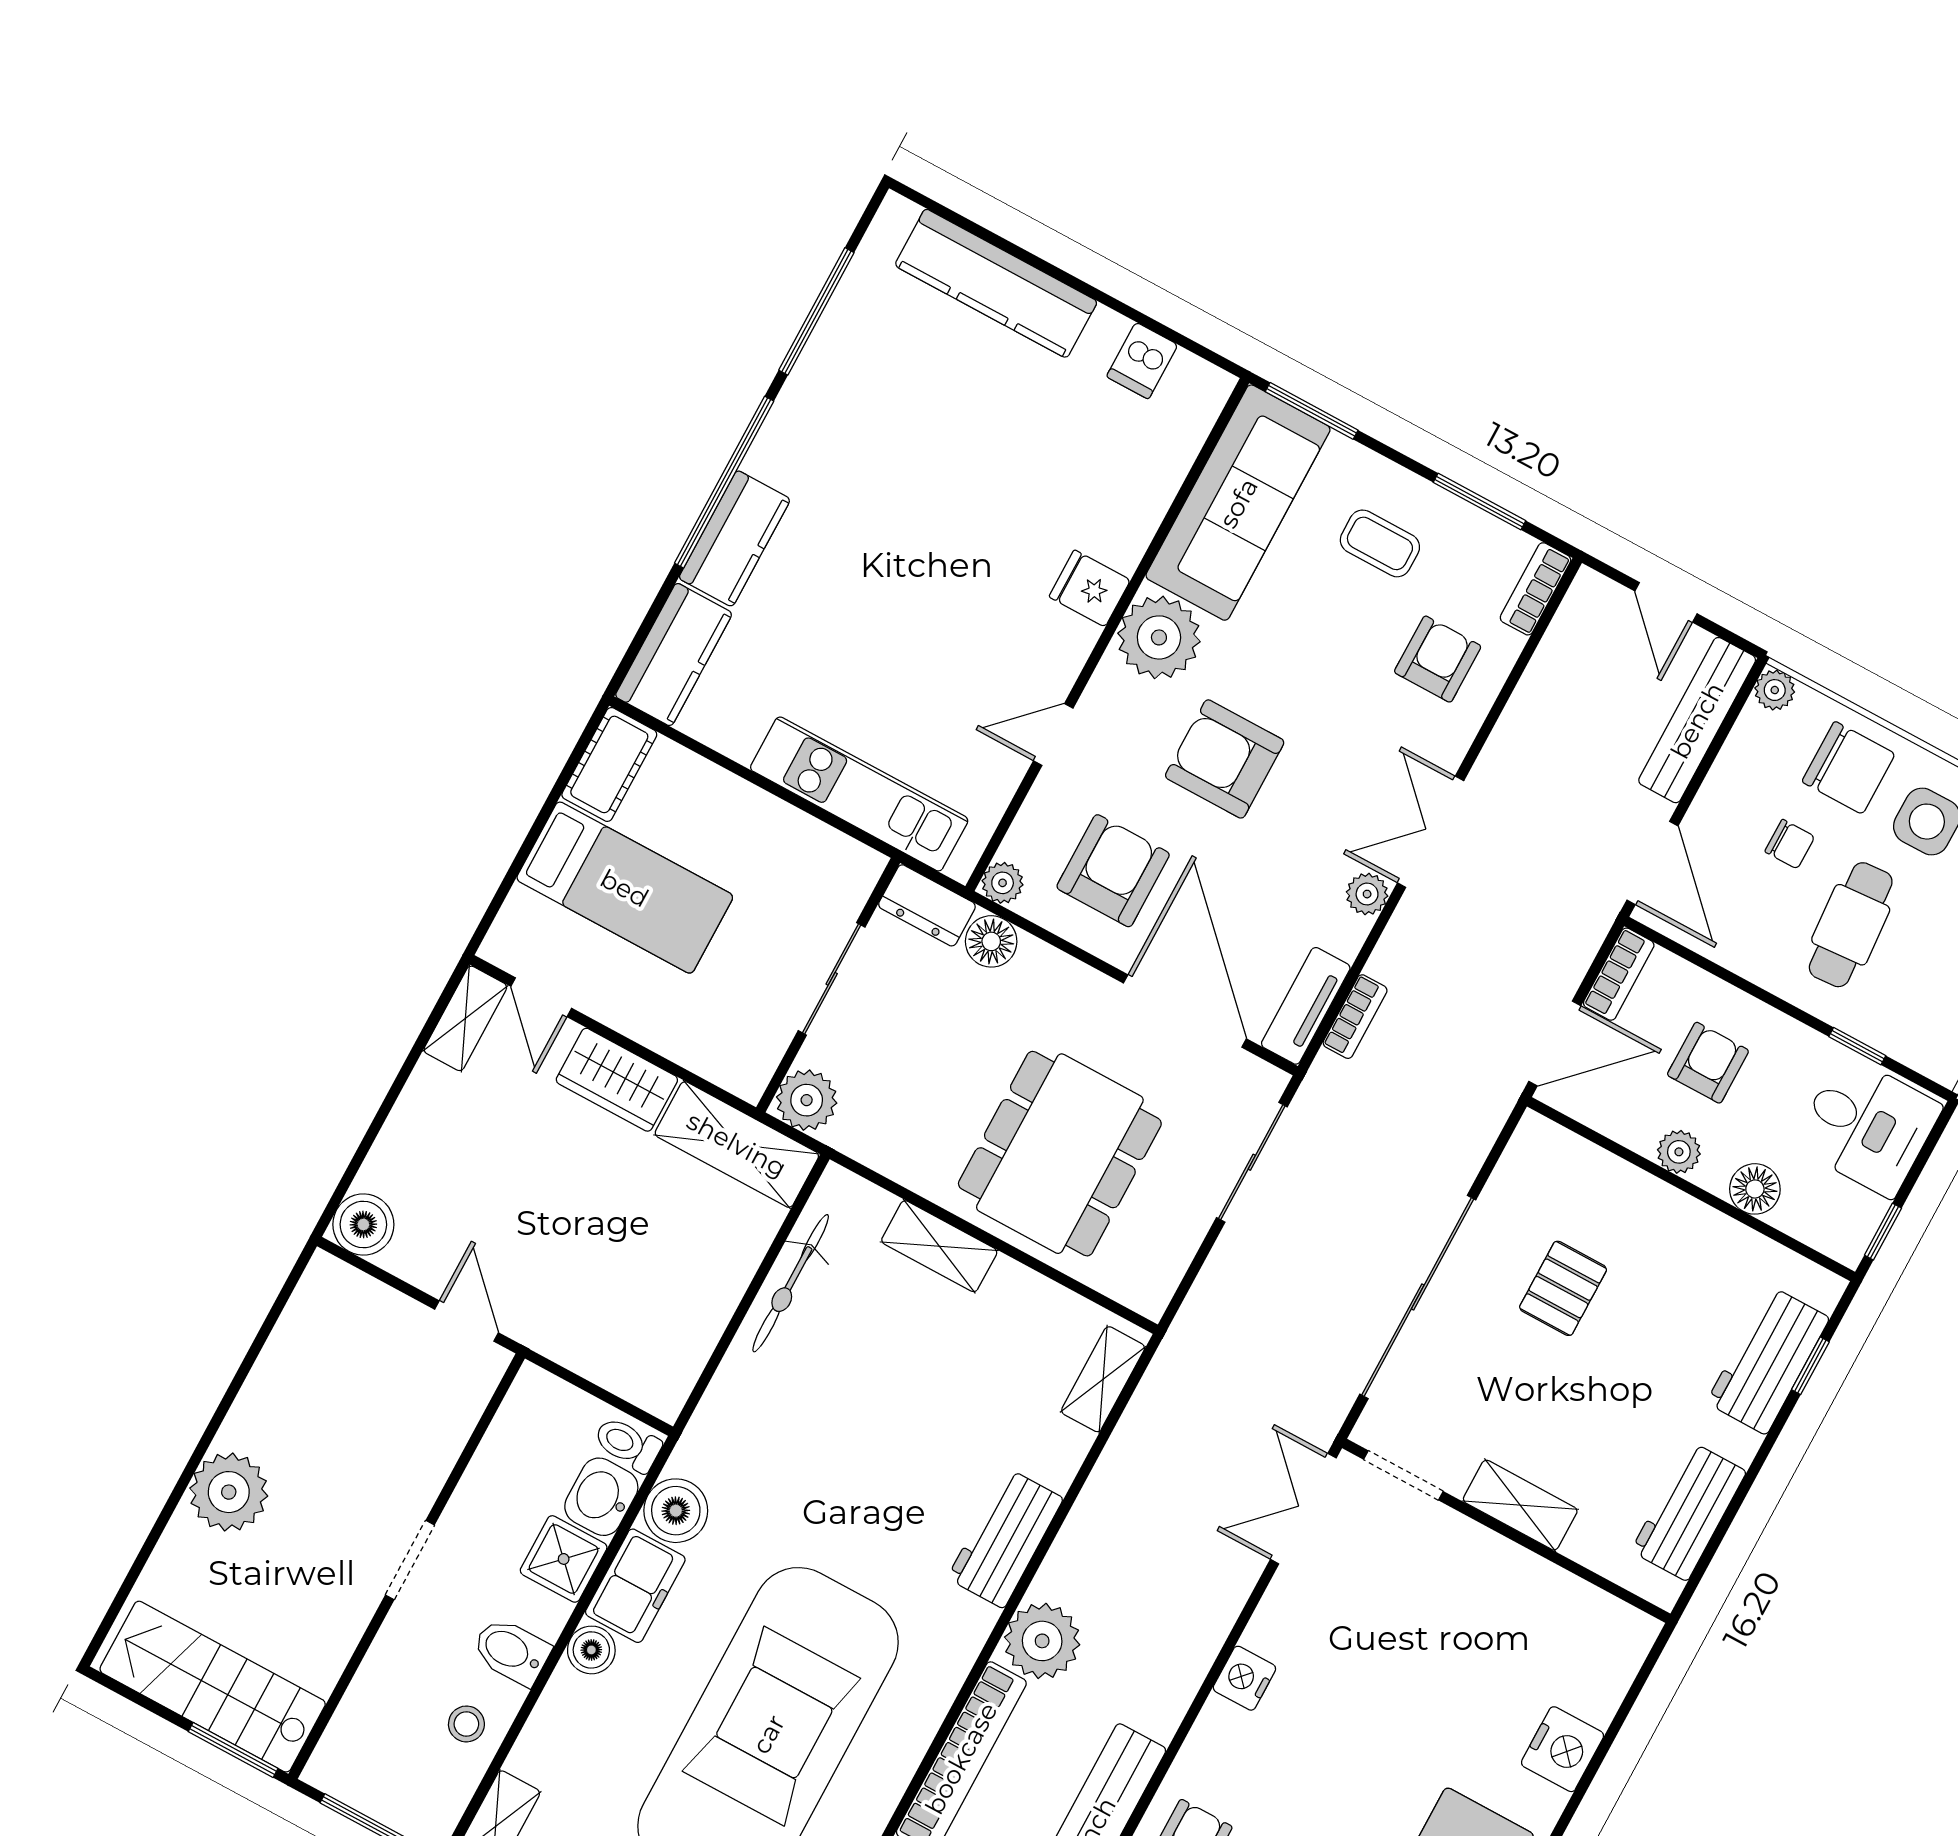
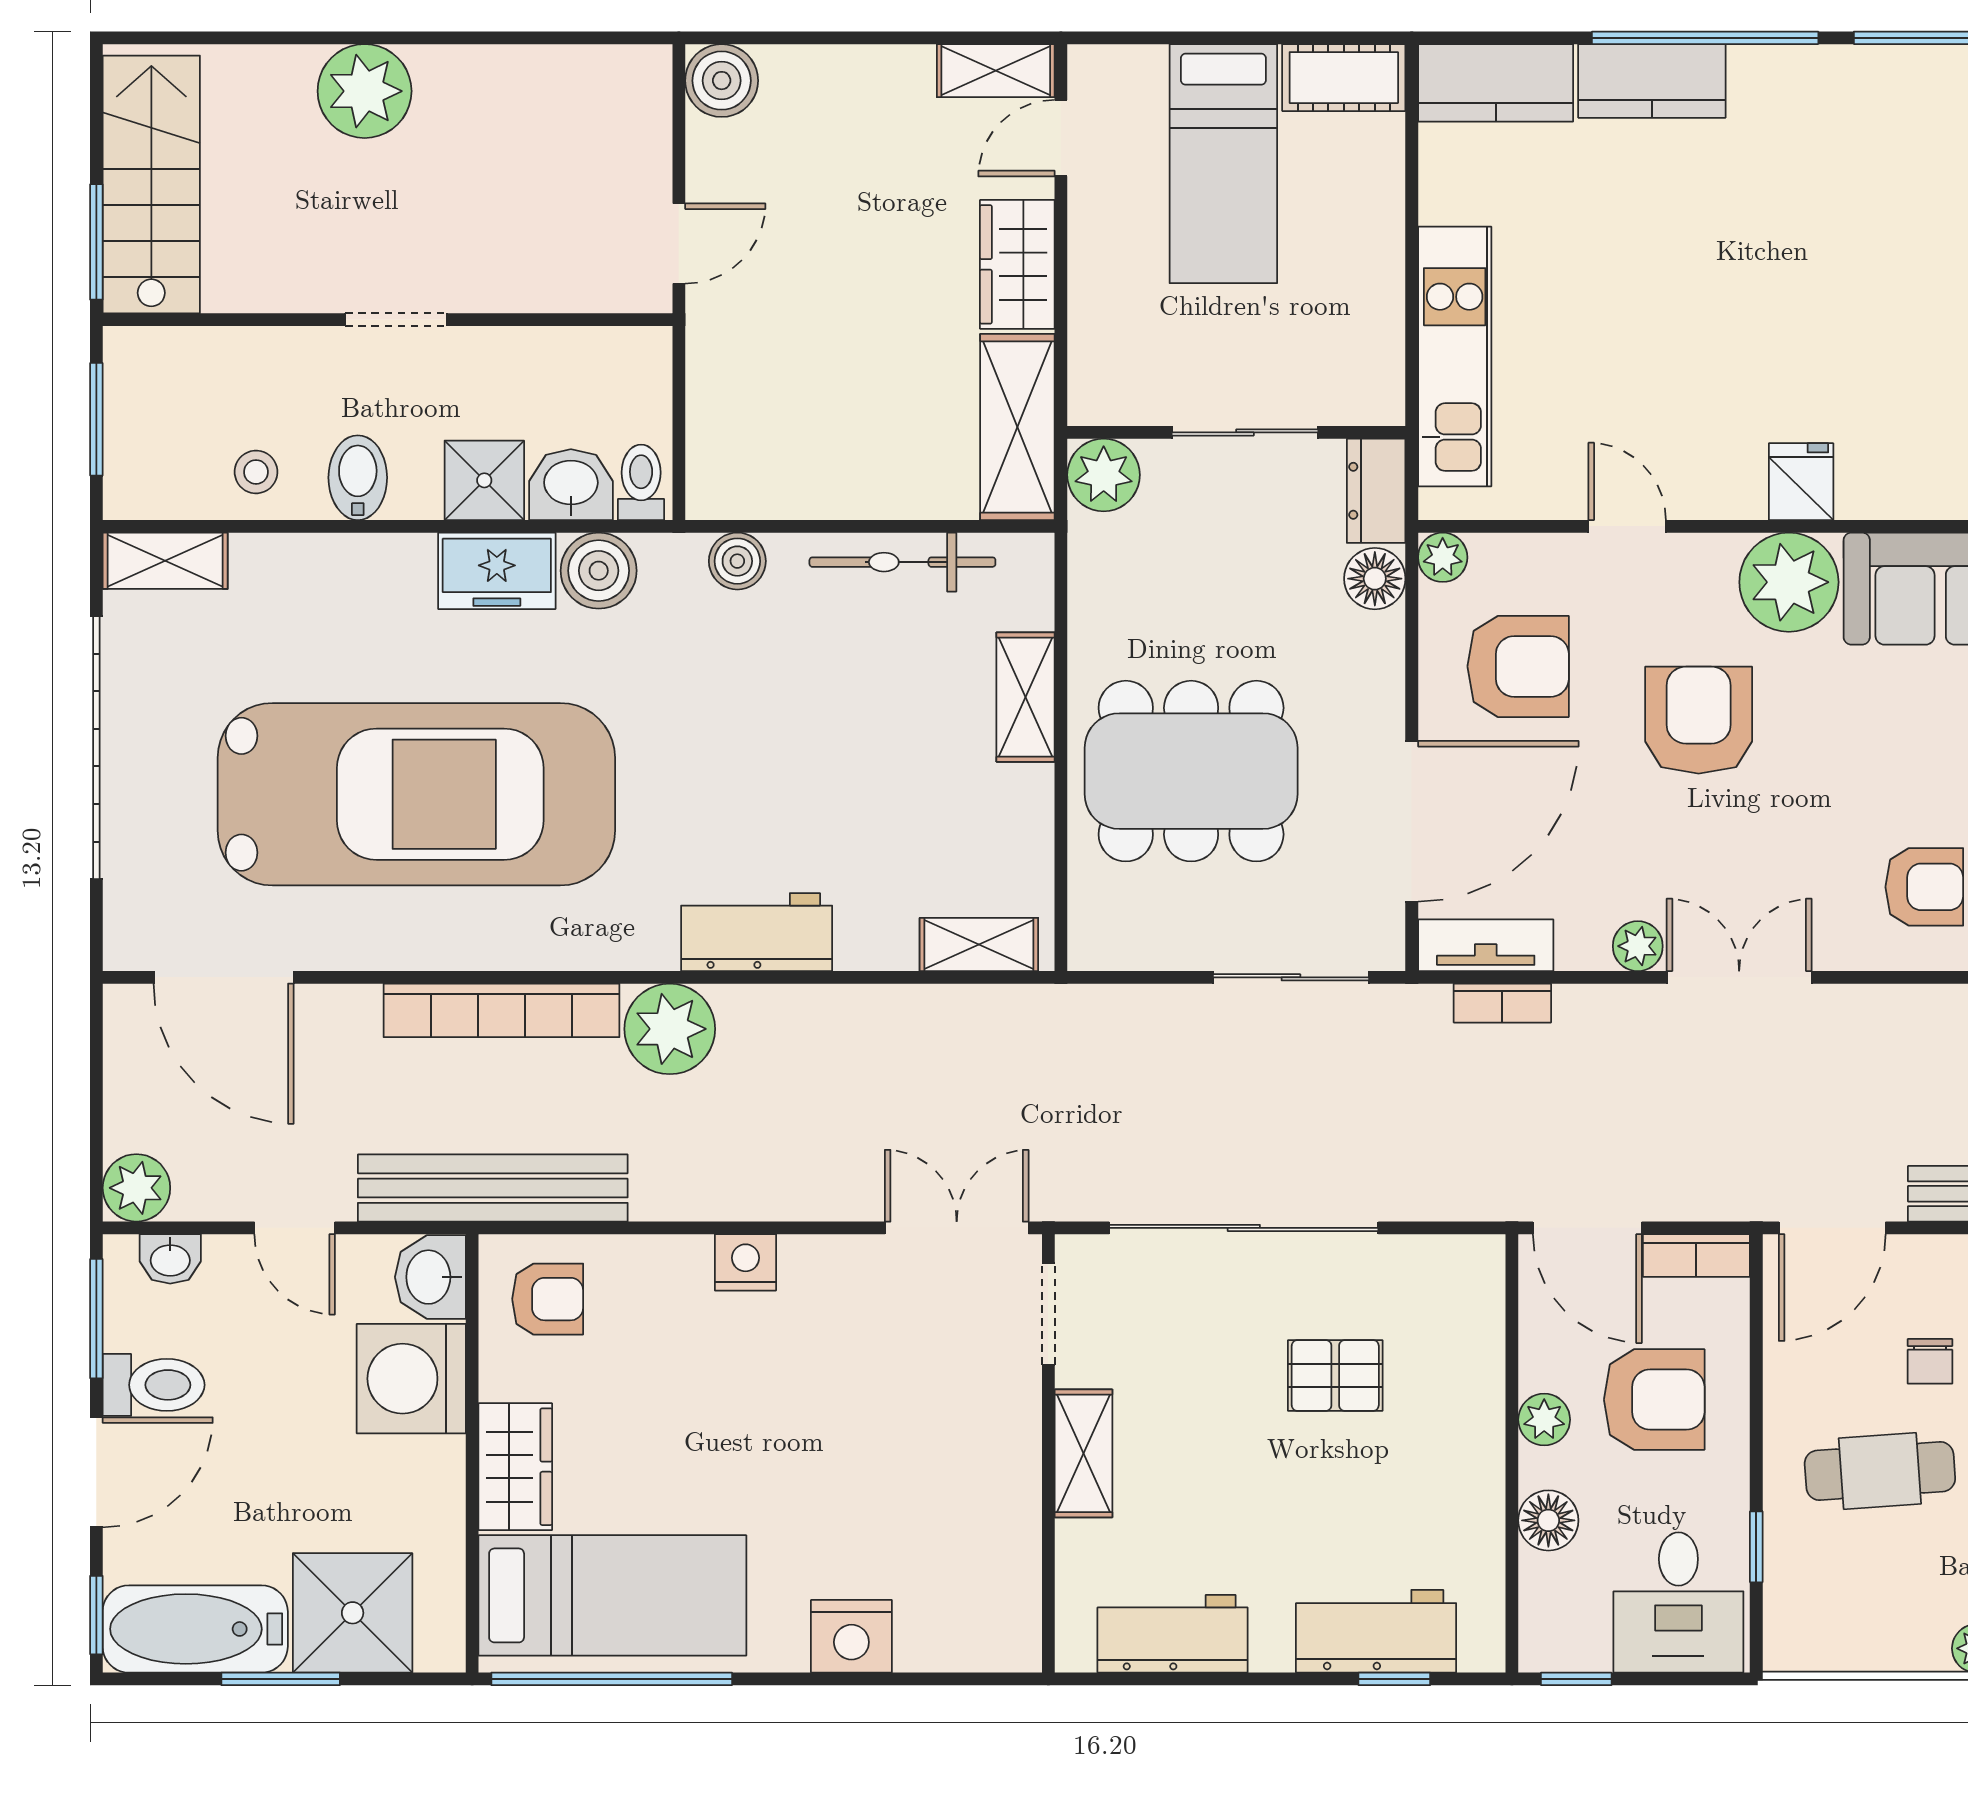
armchair: (1708, 1063) -> (1654, 1400), width x1.38, depth x1.38
boiler: (591, 1650) -> (737, 561), moved

